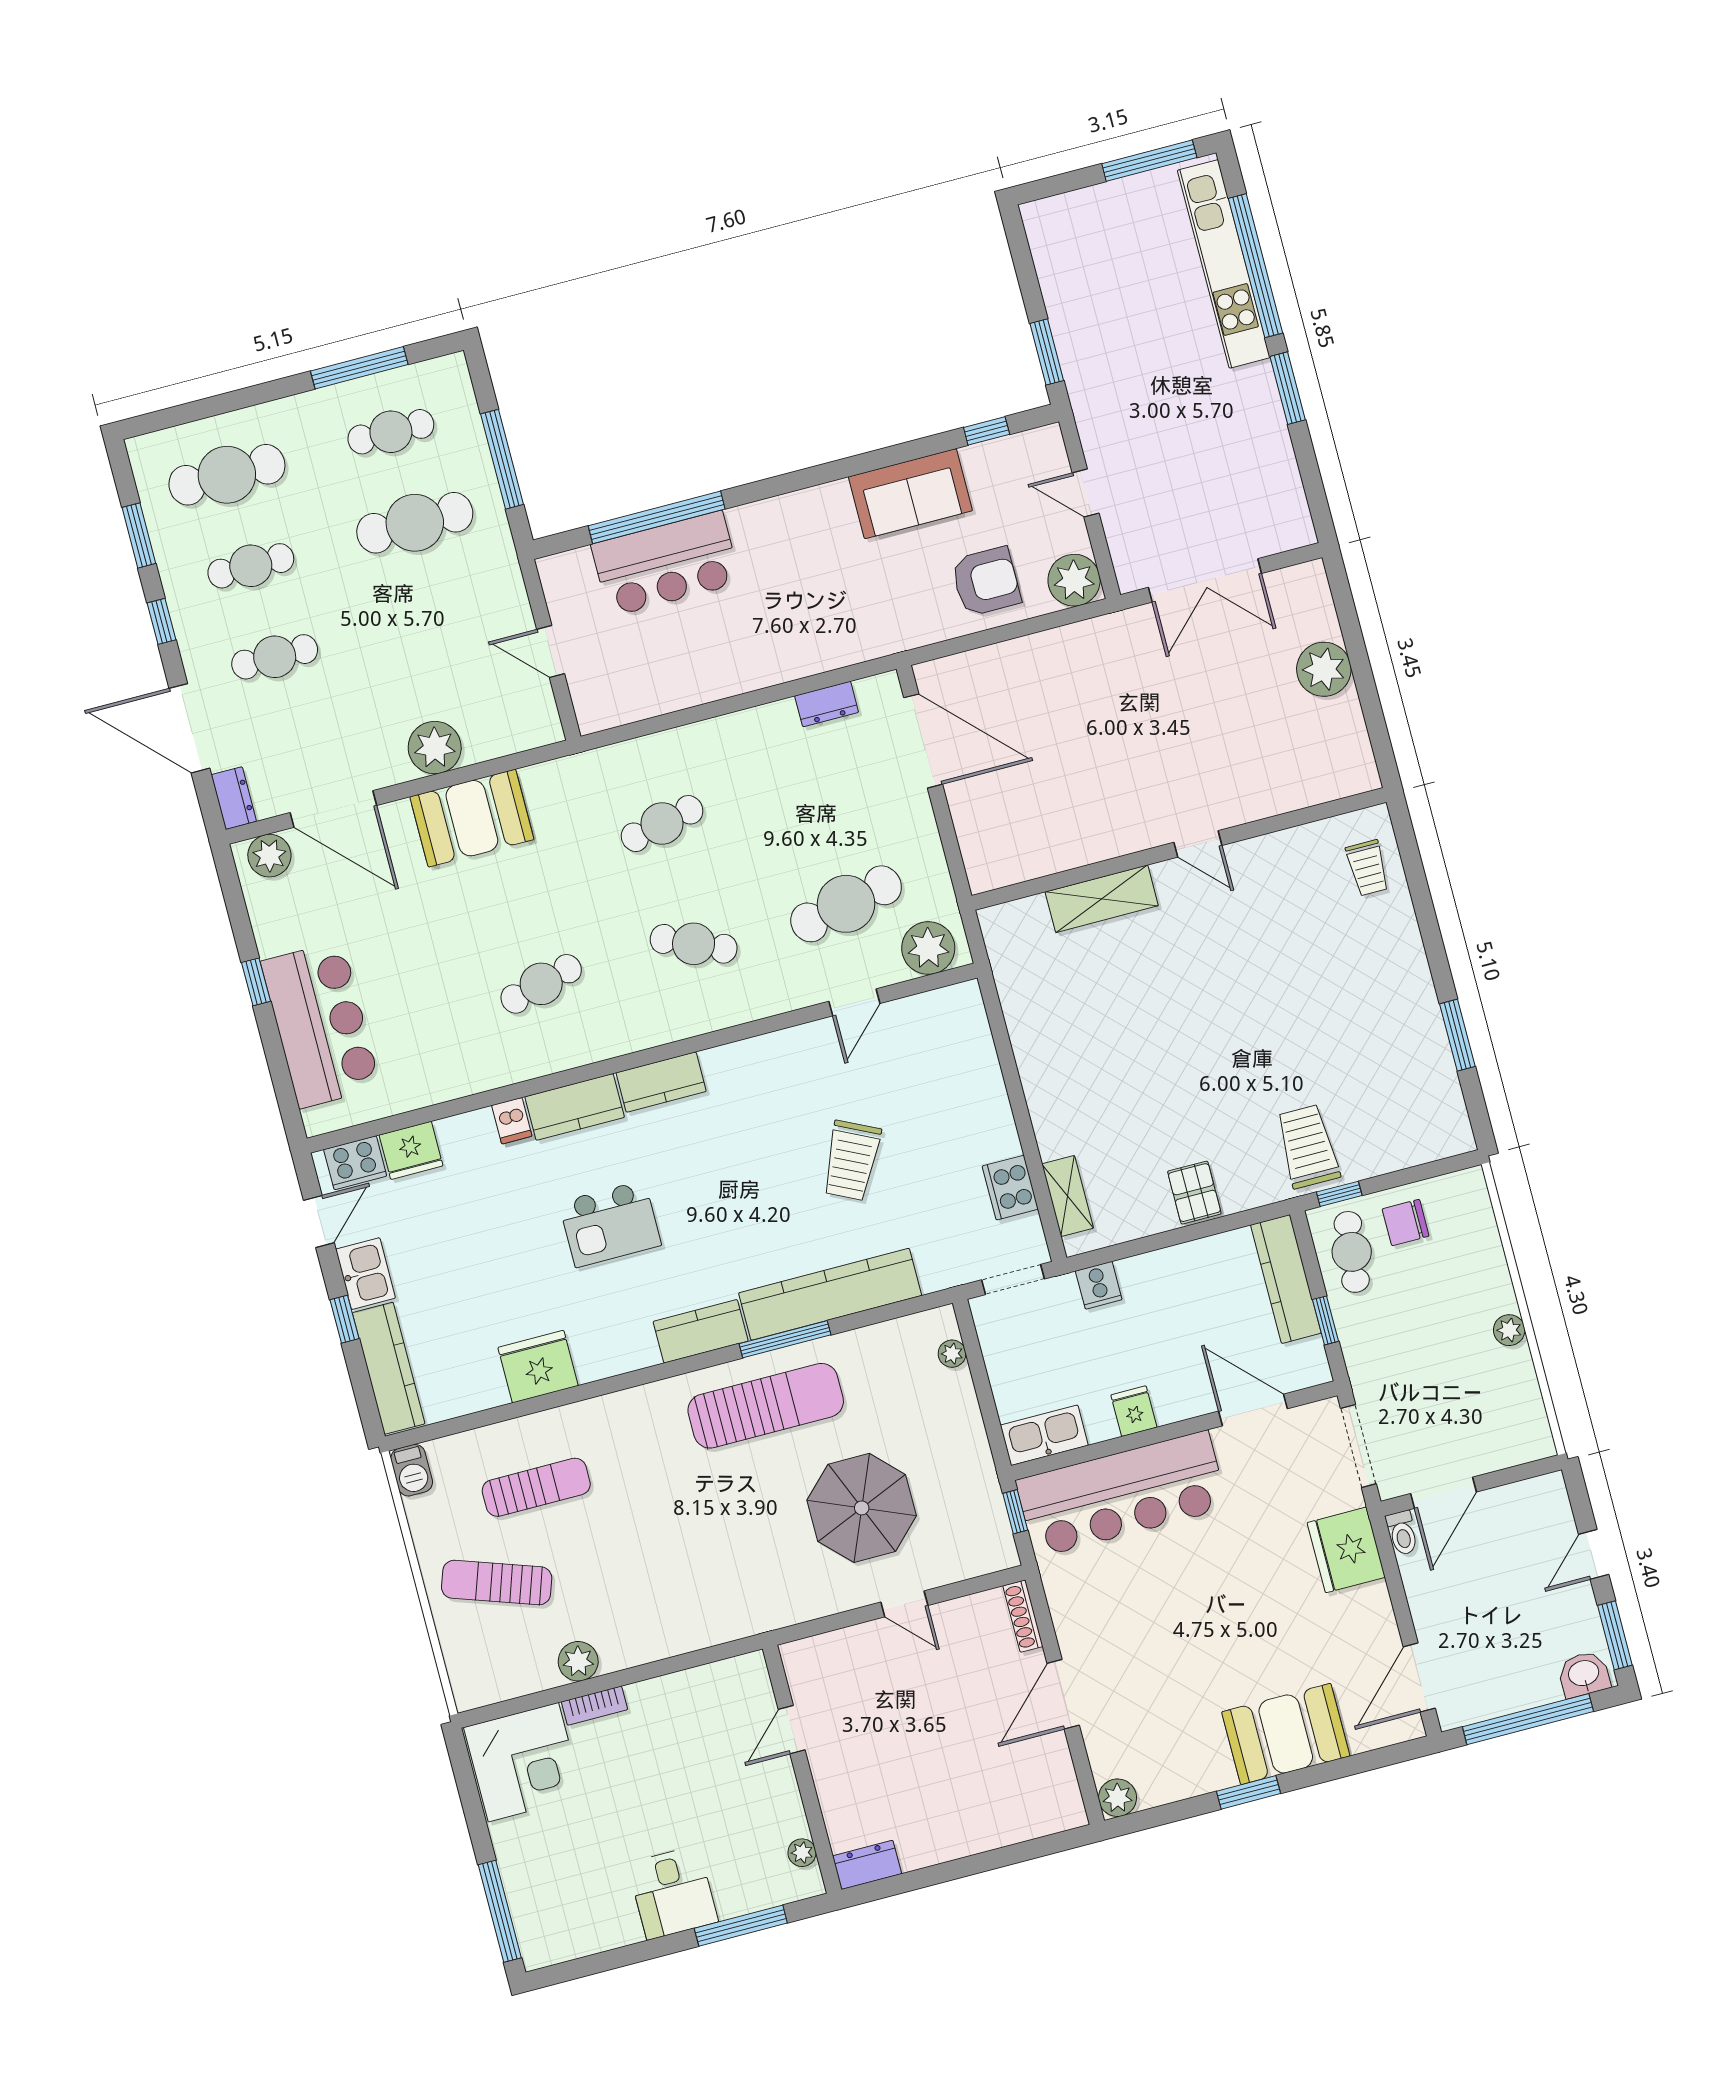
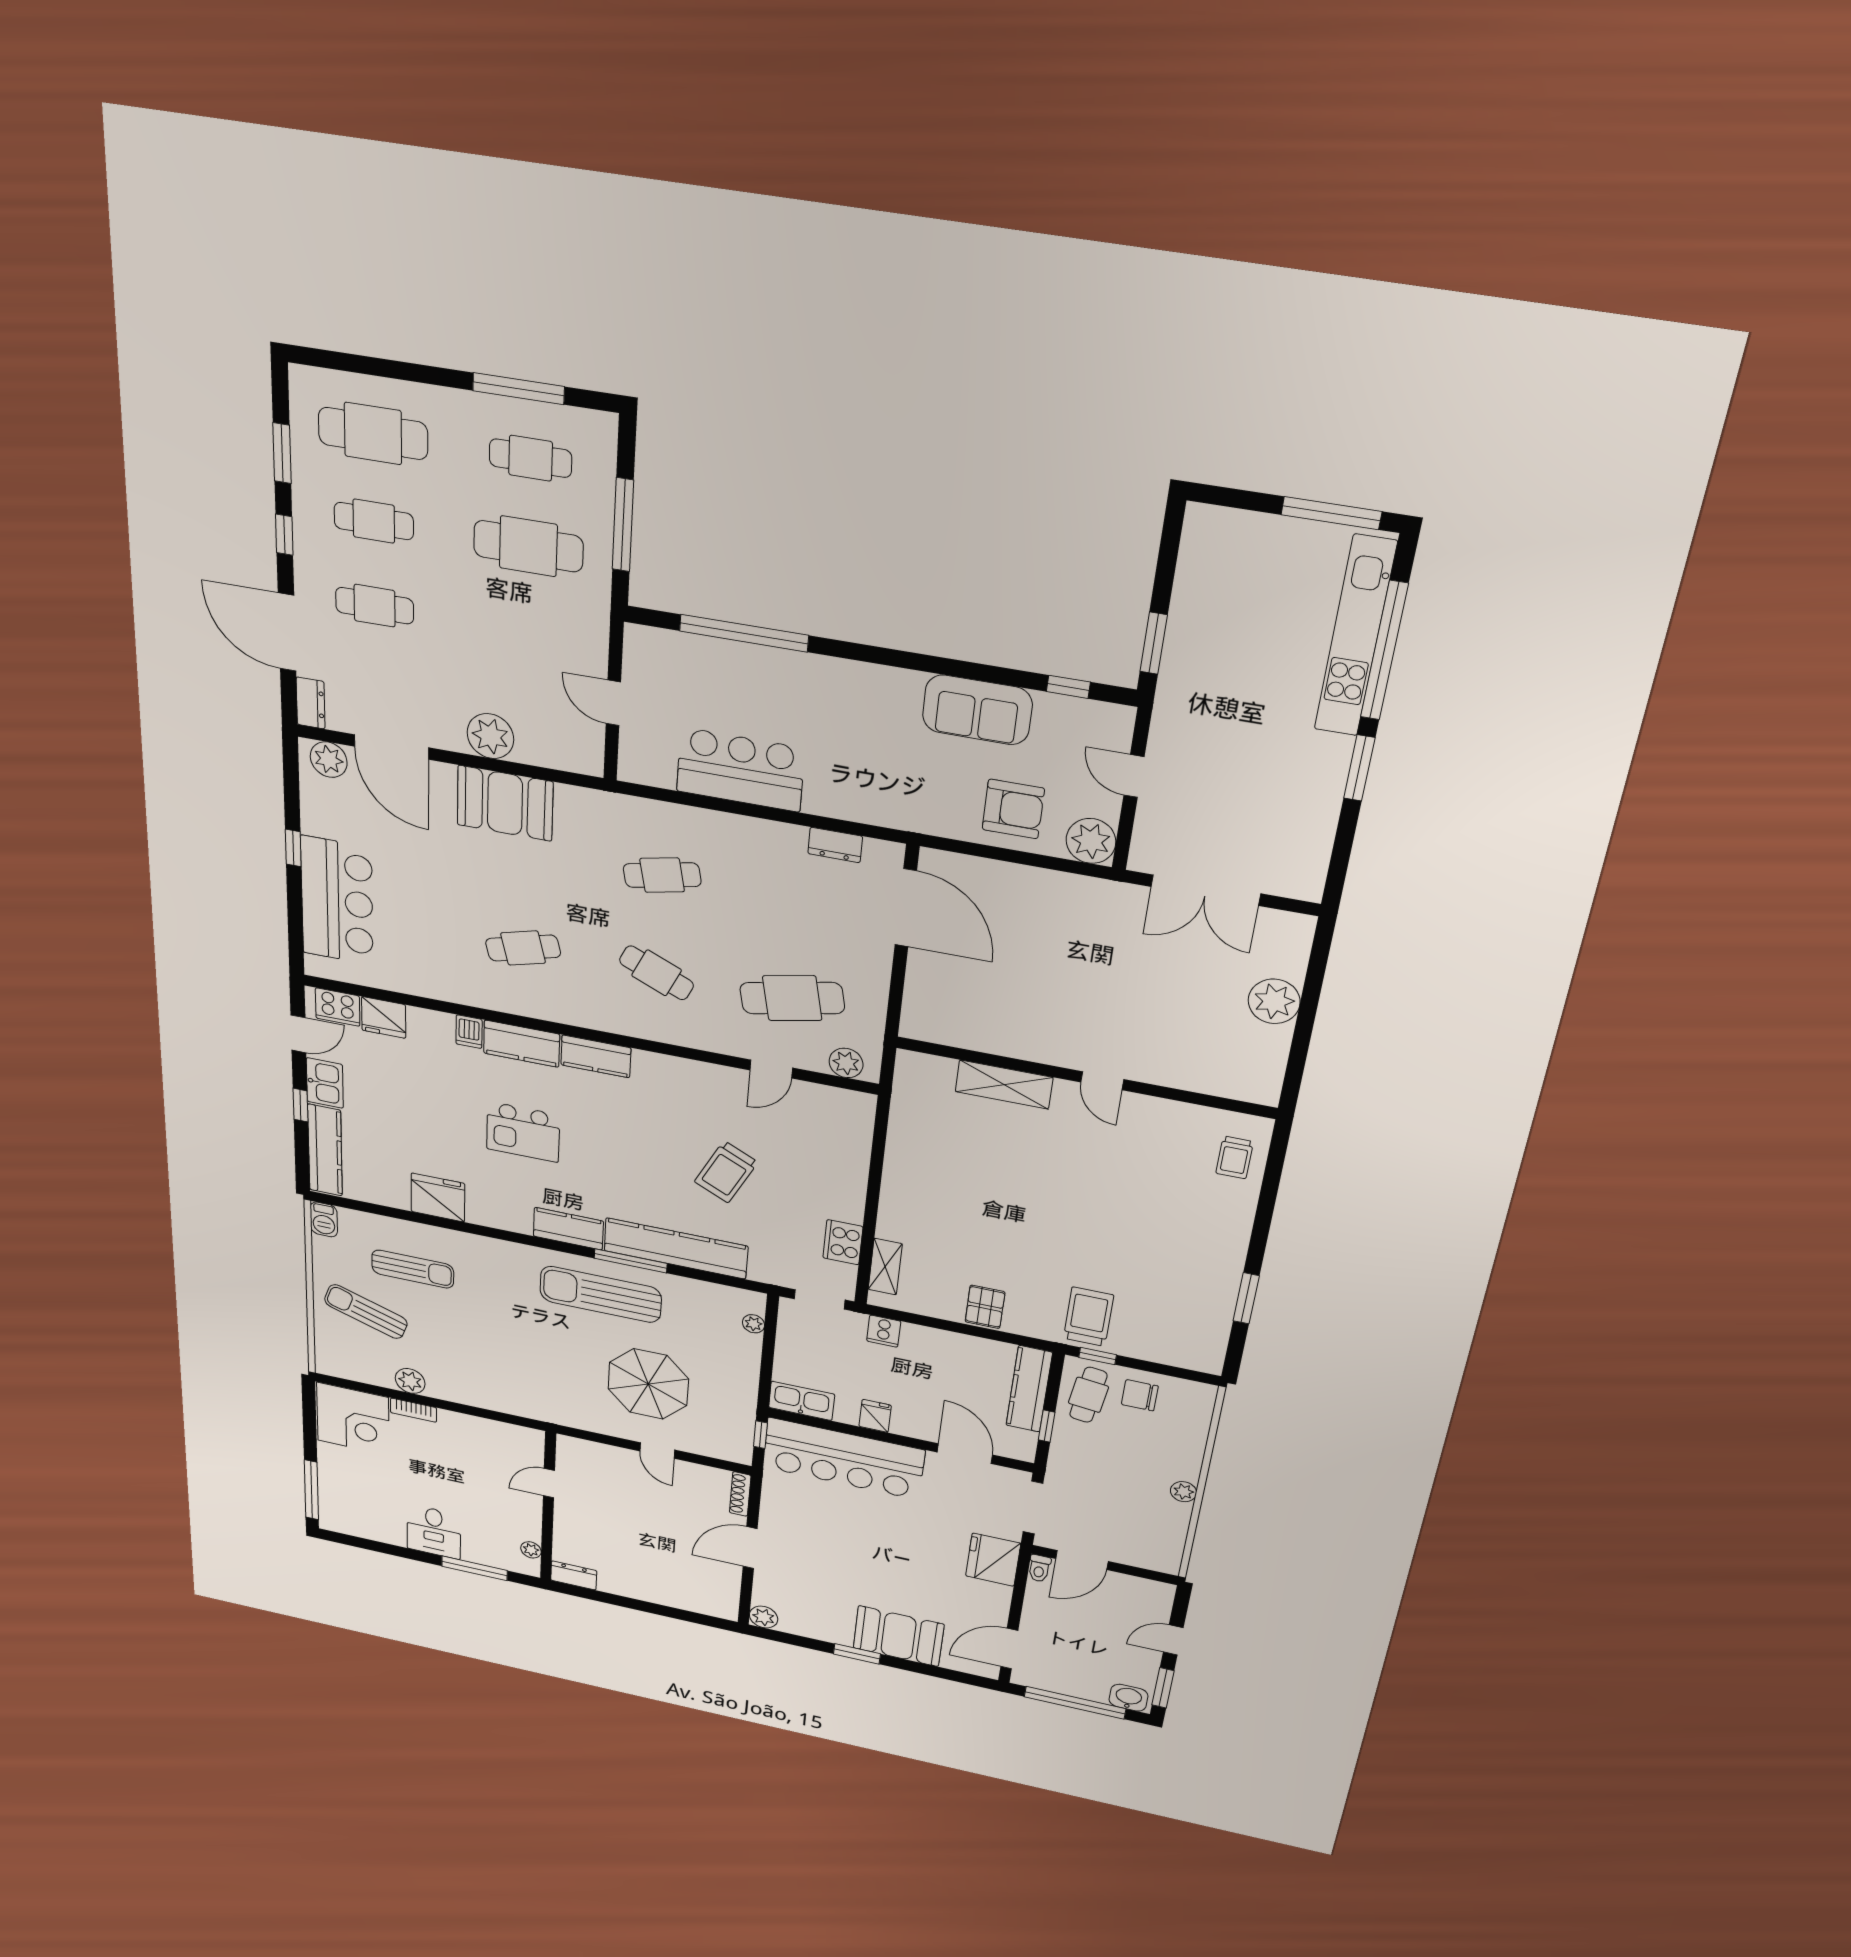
bar counter: (666, 564) -> (740, 770), moved, turned 180
plant: (928, 948) -> (846, 1063), width x0.73, depth x0.73
sun lounger: (766, 1406) -> (601, 1294), turned 180

